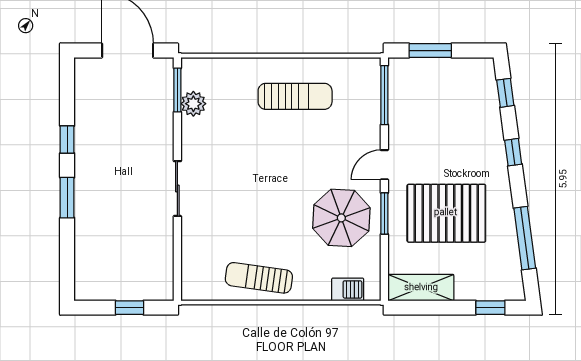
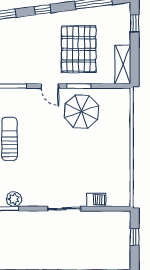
sun lounger: (259, 278) -> (117, 160), removed
barbecue: (348, 289) -> (96, 200), moved, turned 90

